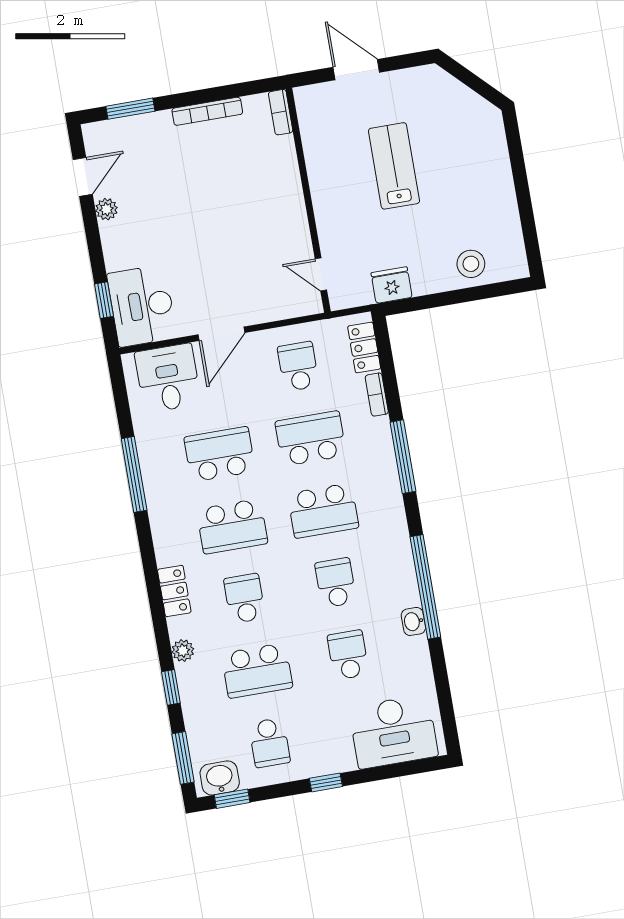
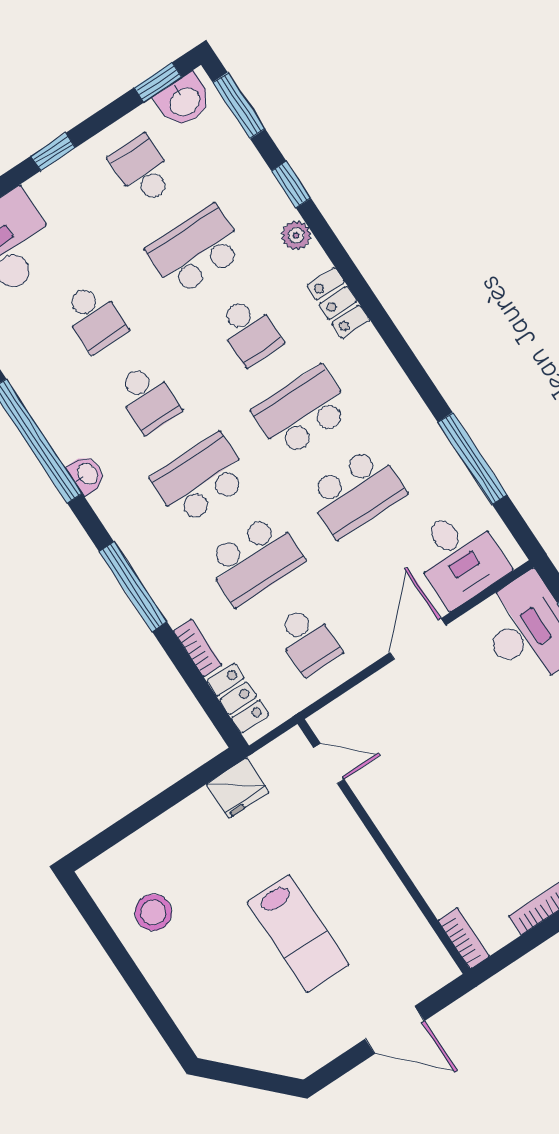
stool: (471, 264) -> (153, 912), moved
window: (134, 474) -> (472, 458), moved
washbasin: (413, 621) -> (87, 474), moved

